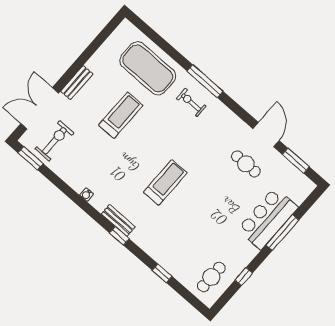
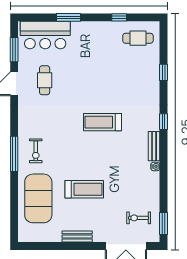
bench: (77, 83) -> (77, 236), moved
treadmill: (121, 115) -> (84, 189), turned 180
exercise bike: (54, 141) -> (139, 218), width x0.73, depth x0.72
bar counter: (268, 218) -> (45, 35), moved
bench: (118, 220) -> (154, 146), moved
window: (282, 233) -> (69, 17), width x0.69

